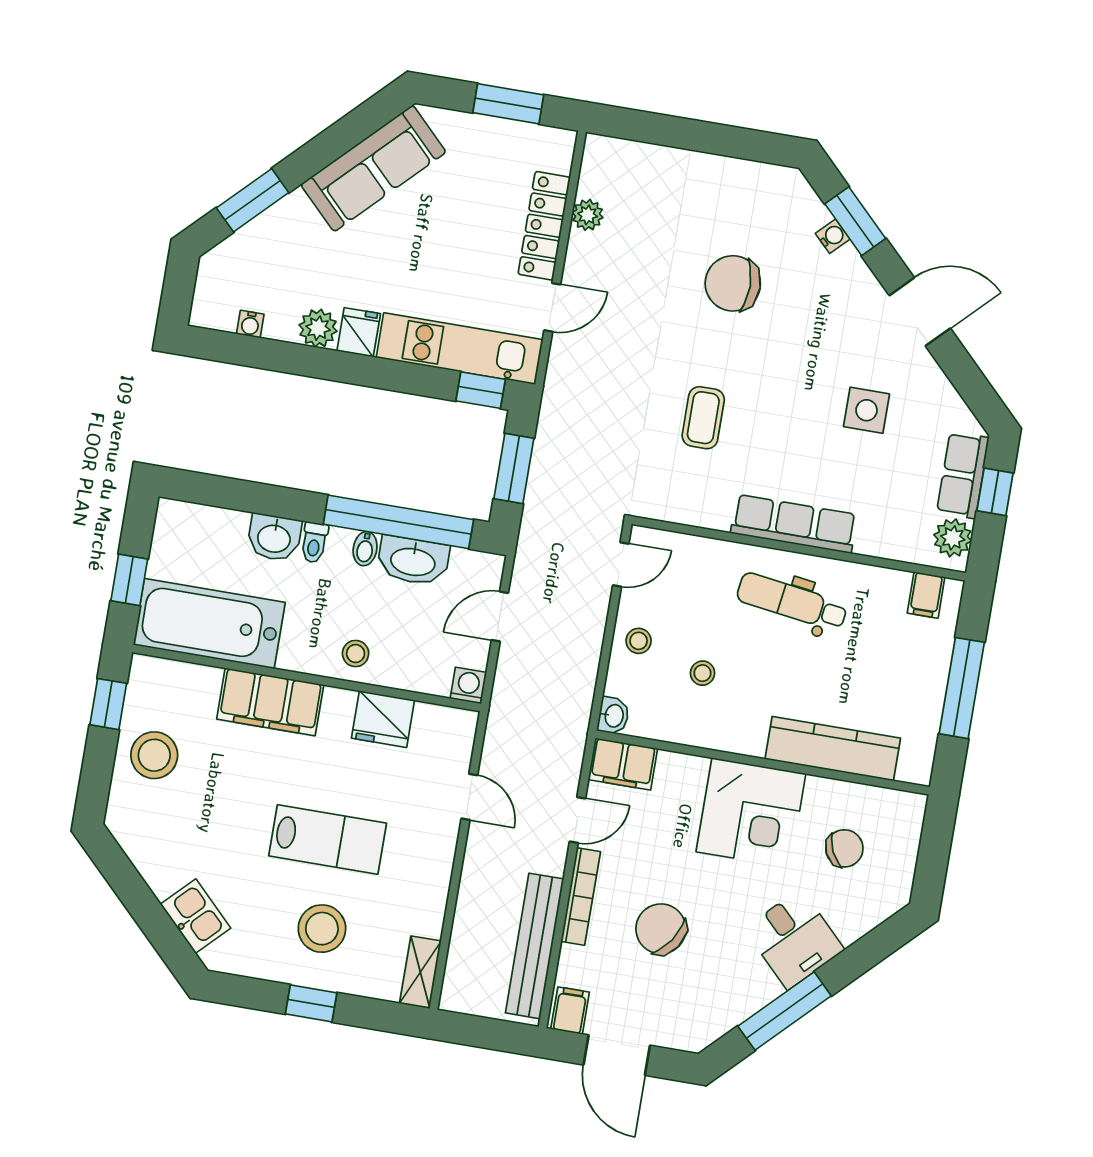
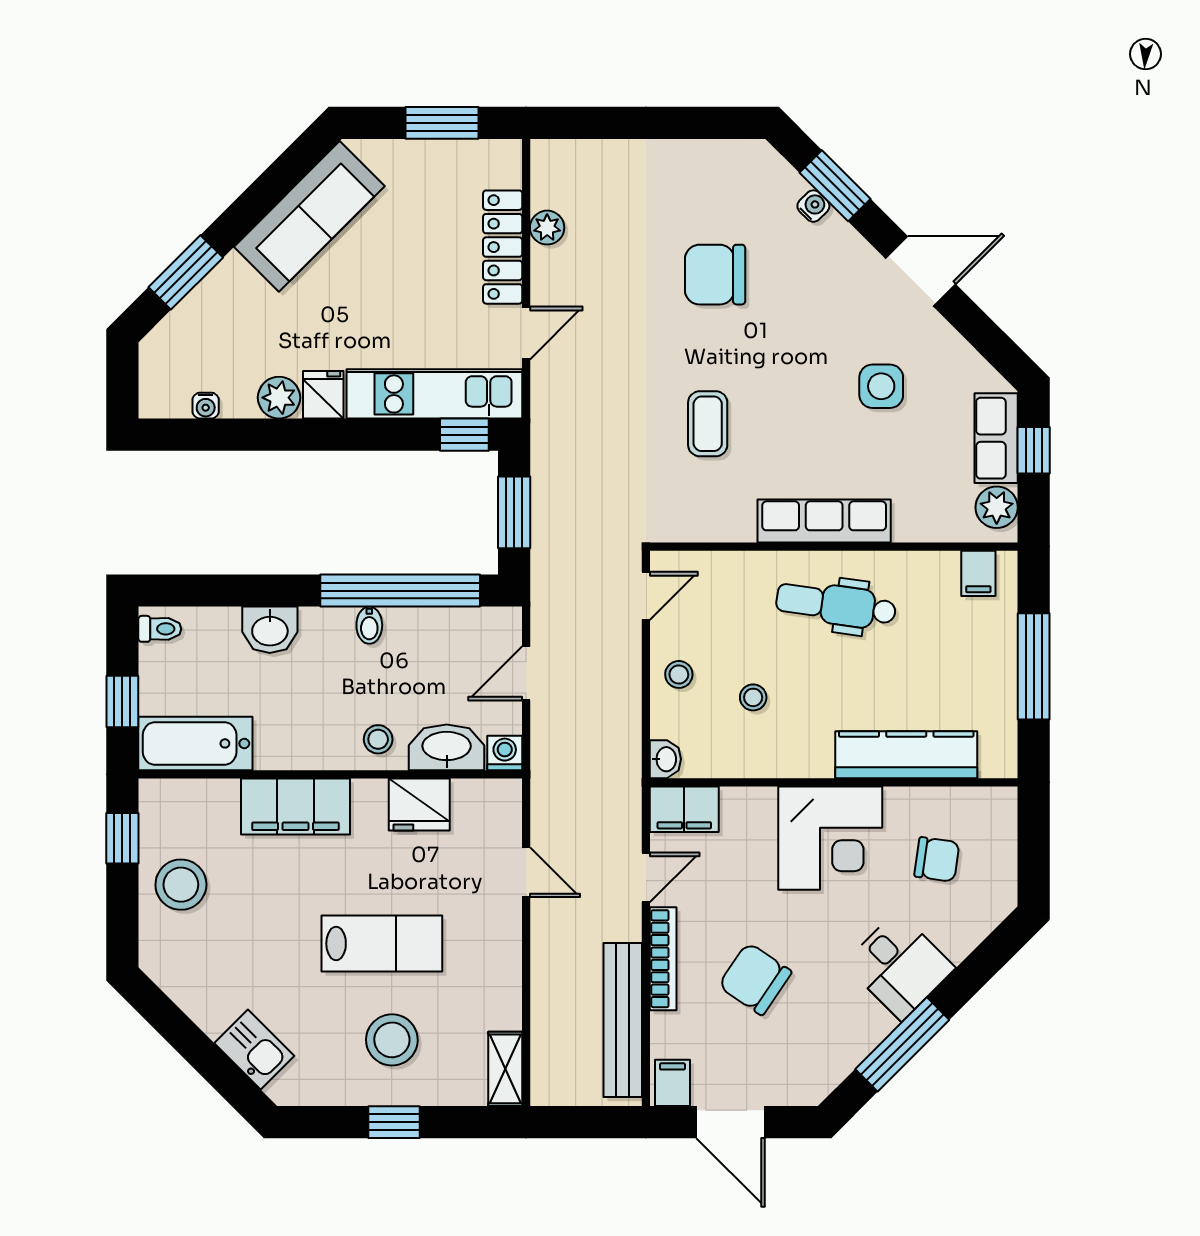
toilet: (314, 542) -> (160, 629), moved, turned -90
washbasin: (413, 561) -> (447, 747), moved, turned 180
bathtub: (209, 624) -> (195, 743), width x0.73, depth x0.73
chair: (844, 848) -> (937, 859), turned 33

